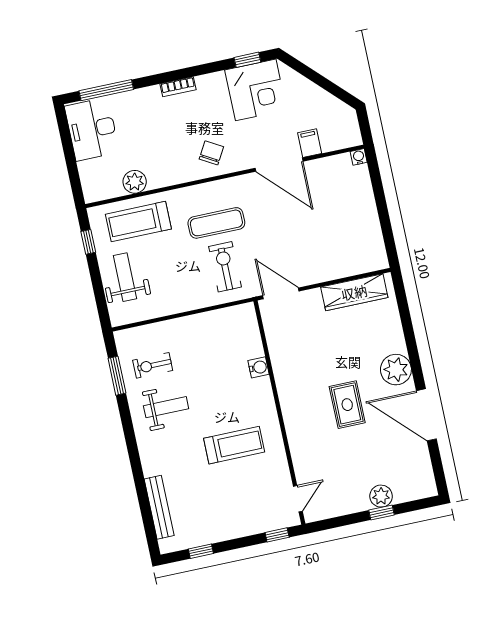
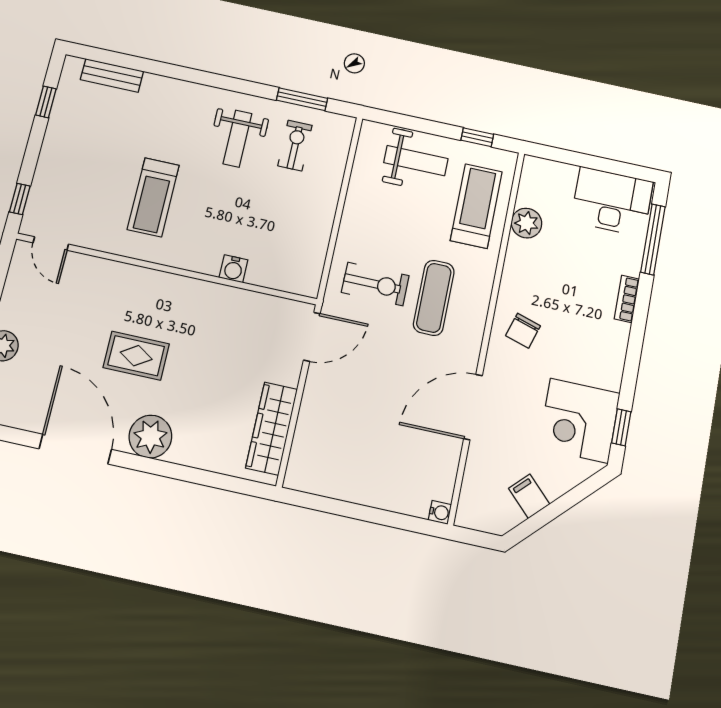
bookcase: (178, 87) -> (627, 299), moved
filing cabinet: (310, 143) -> (529, 496), moved, turned -135
chair: (211, 153) -> (523, 331), turned 77
door: (426, 415) -> (75, 449), hinge flipped
bench: (159, 507) -> (112, 75), width x0.73

